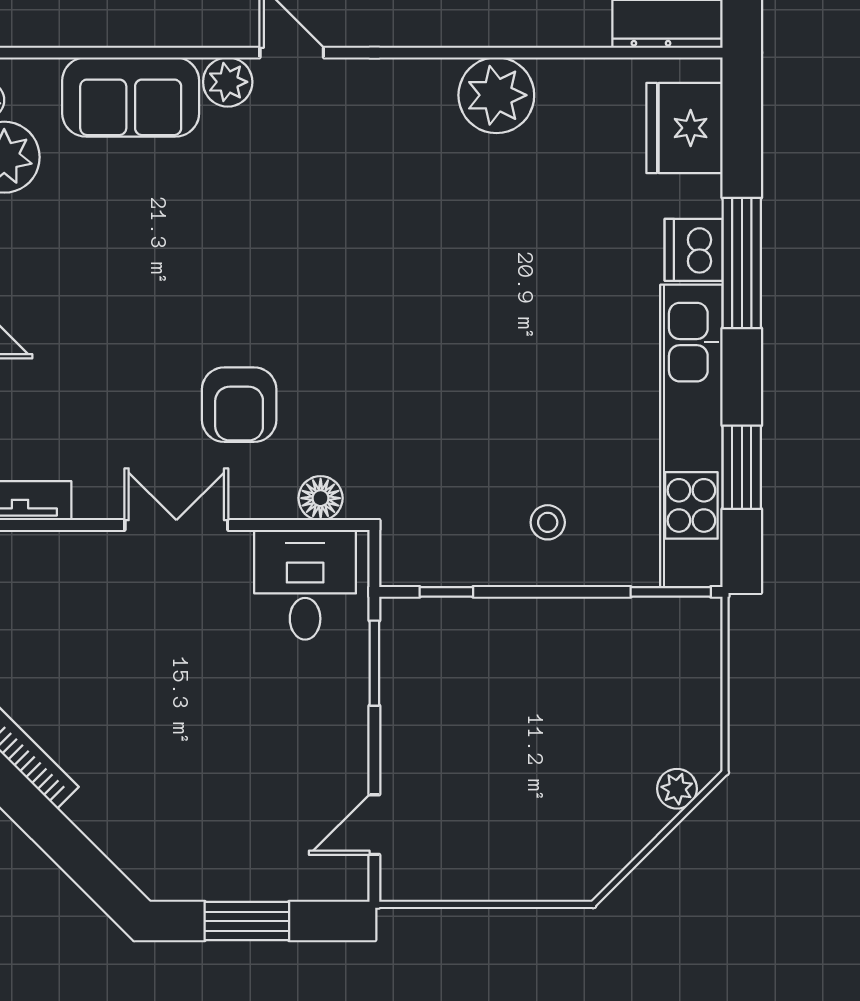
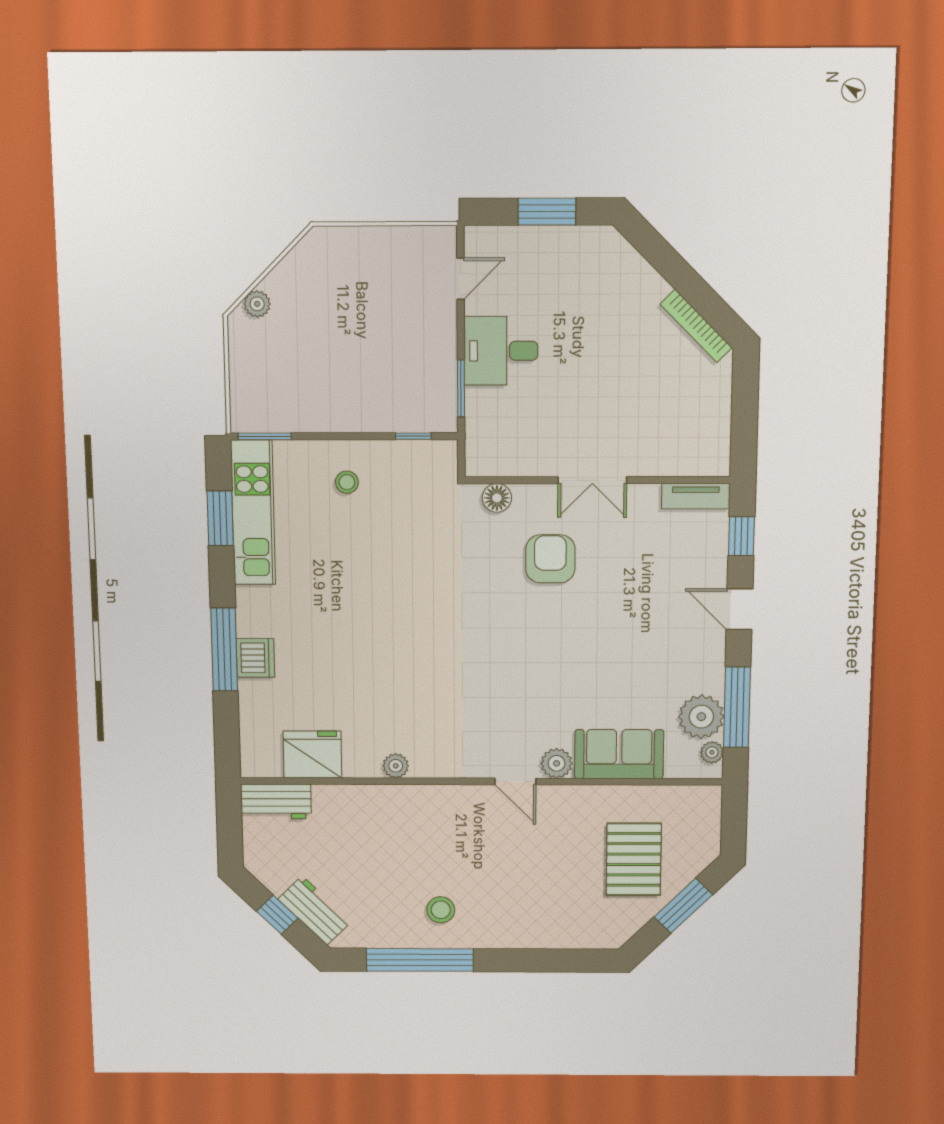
plant: (496, 95) -> (396, 766), width x0.53, depth x0.53
fridge: (684, 128) -> (312, 755), moved, turned -90
kitchen unit: (691, 436) -> (253, 513), width x0.73
desk: (305, 585) -> (501, 351), moved, turned 90

